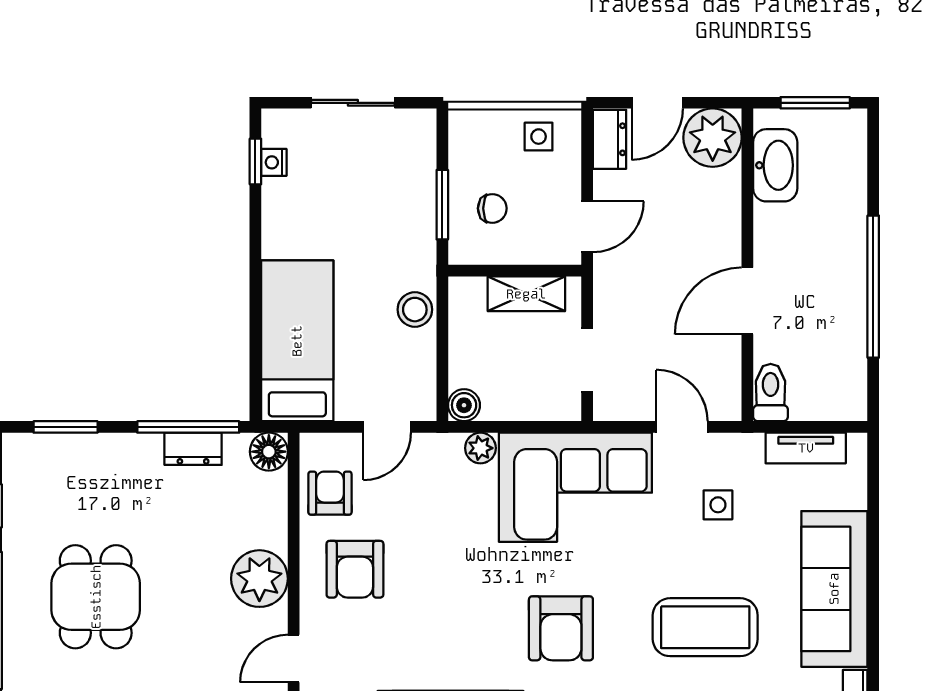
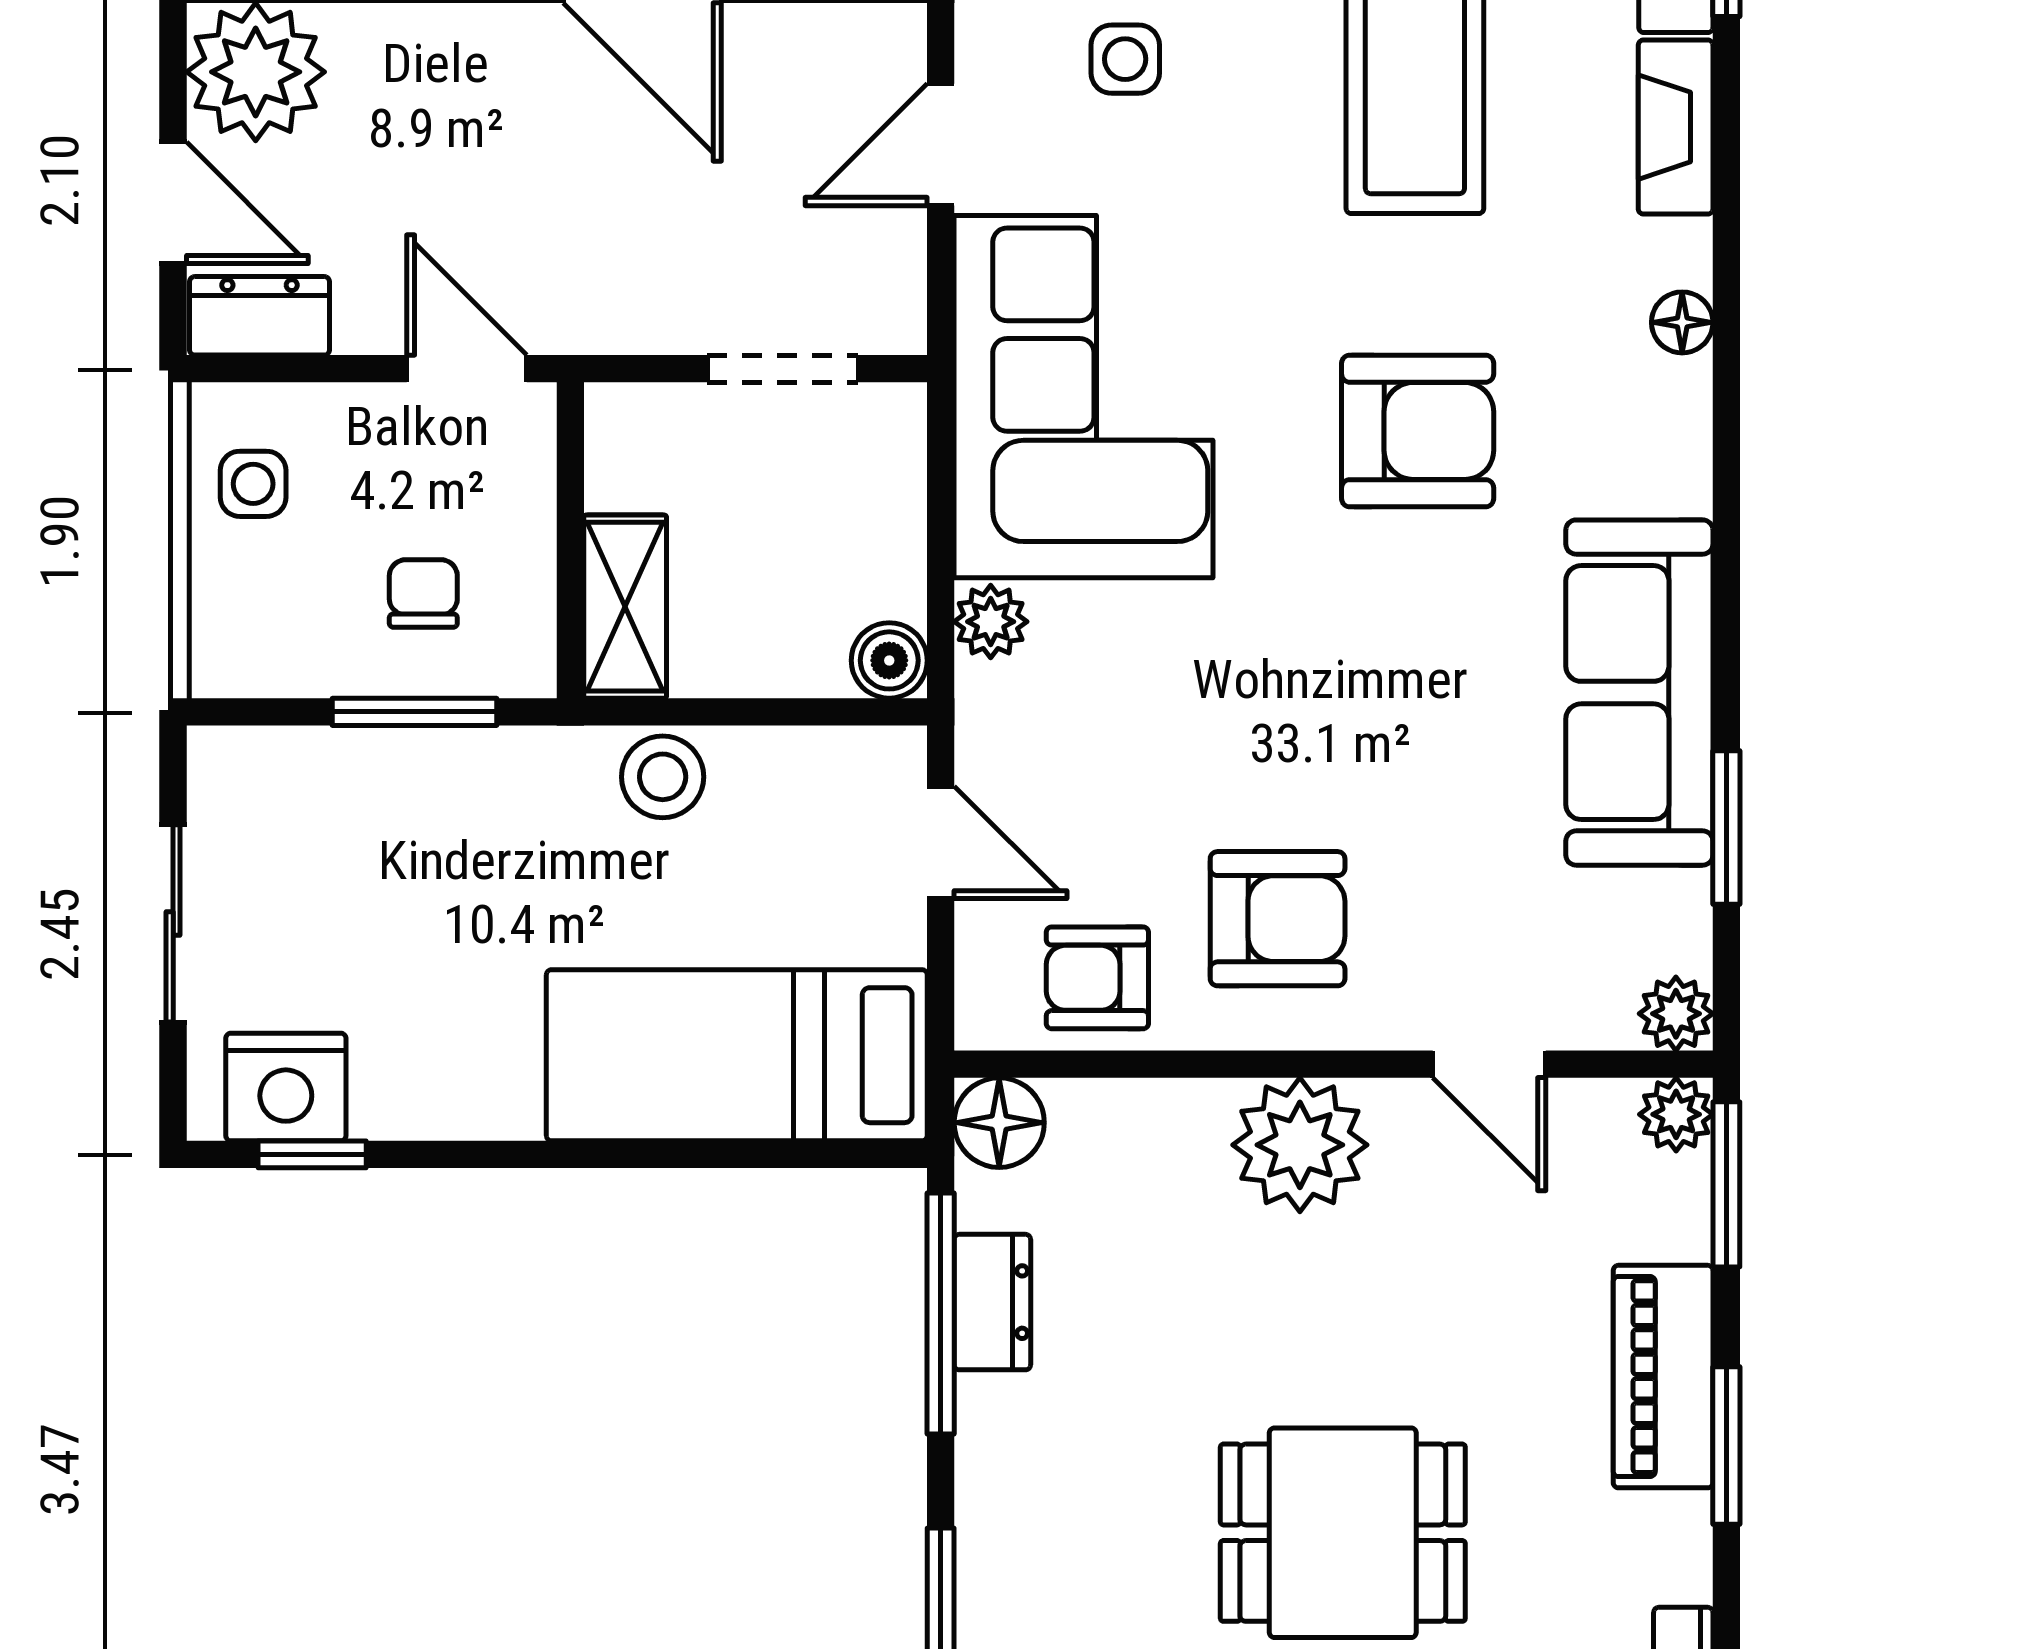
nightstand: (274, 162) -> (286, 1087), width x1.89, depth x1.79
shelving: (526, 294) -> (625, 607), moved

